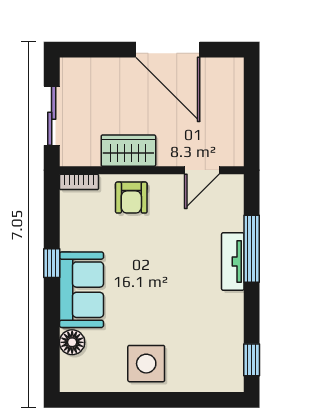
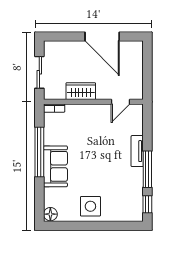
armchair: (131, 198) -> (82, 117), removed
window: (252, 249) -> (147, 169), moved
window: (52, 263) -> (39, 152), width x3.17
floor lamp: (72, 342) -> (50, 214), moved

